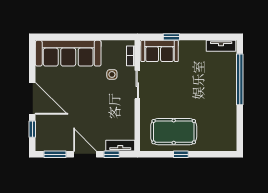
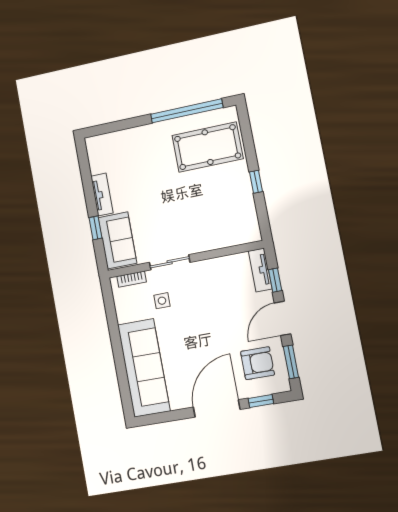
tv unit: (221, 46) -> (102, 195), moved
window: (240, 79) -> (187, 111), moved
armchair: (58, 132) -> (257, 363), added
pool table: (174, 132) -> (208, 147), moved, turned 90

